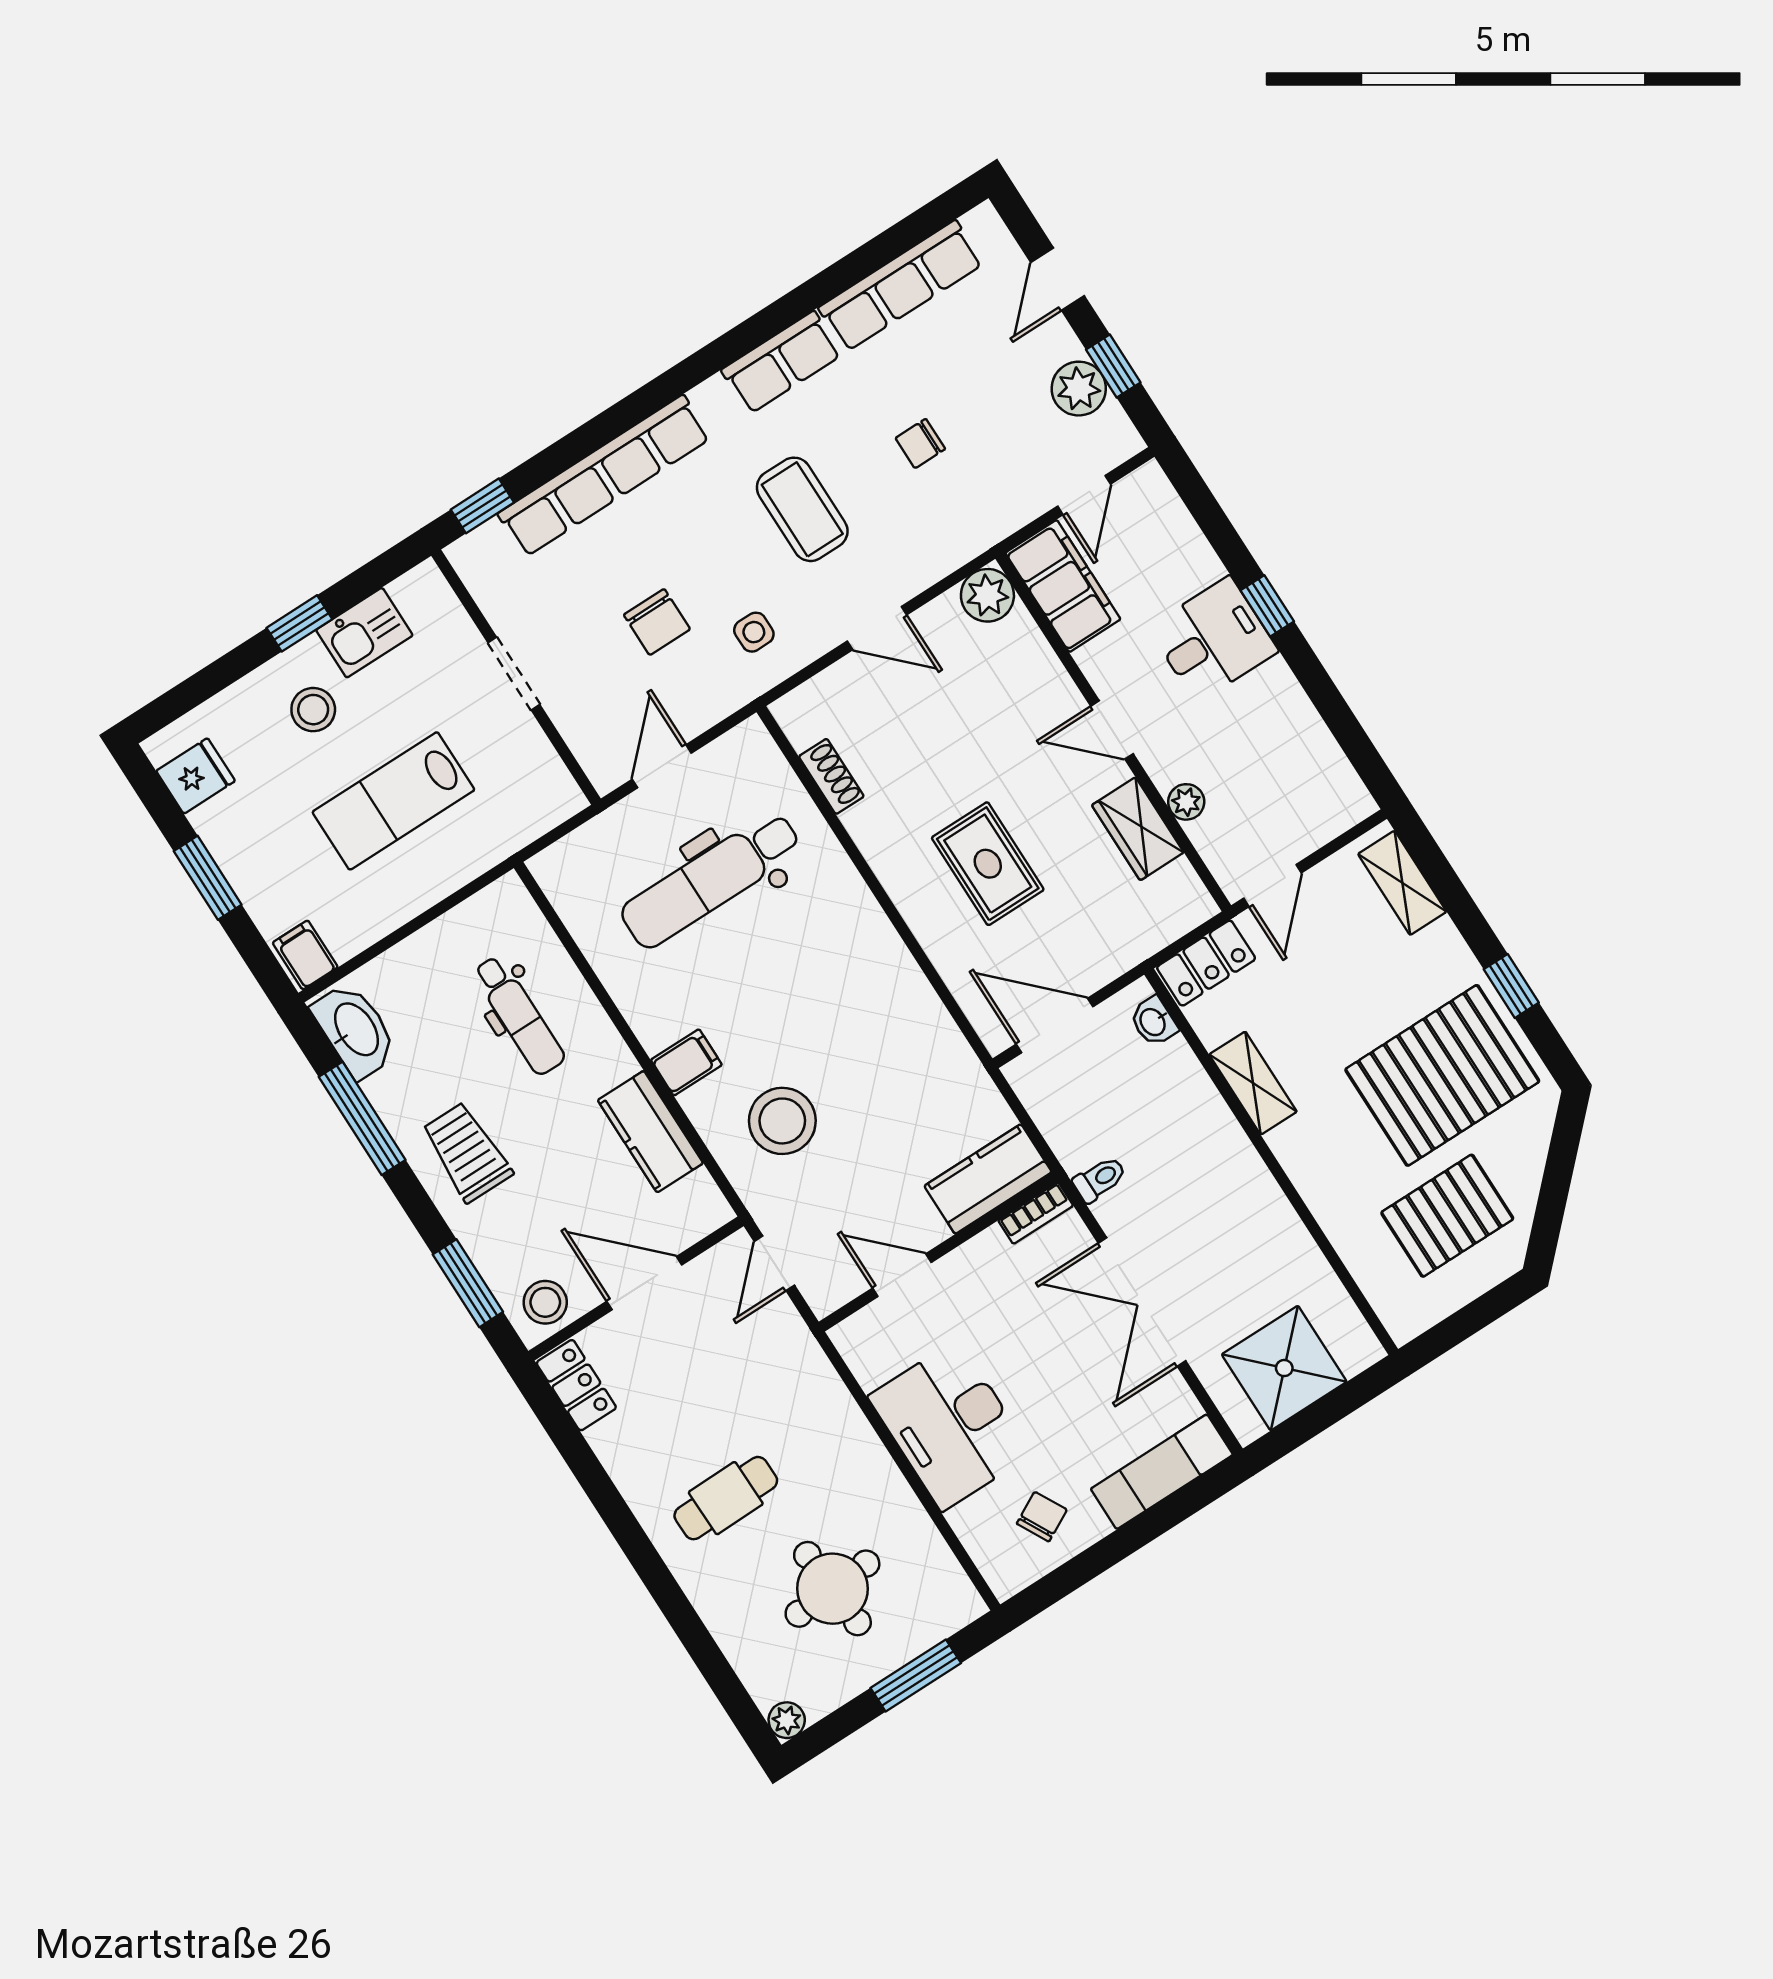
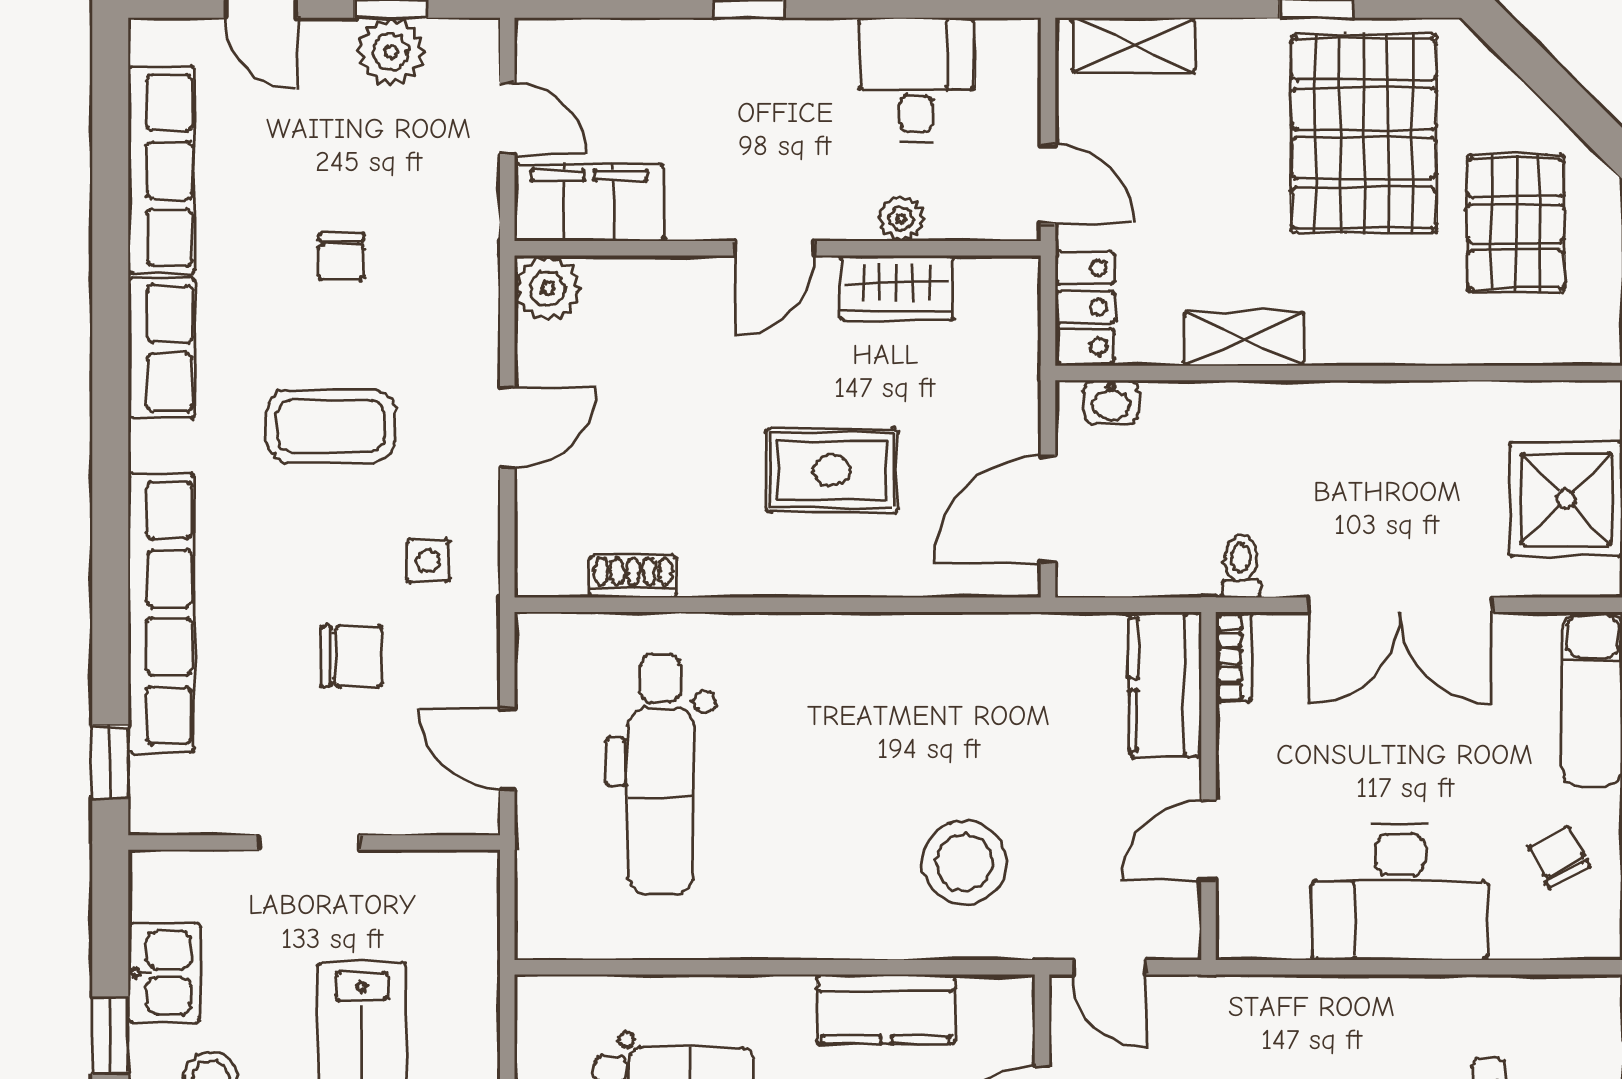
desk: (1213, 639) -> (917, 80), moved
filing cabinet: (686, 1062) -> (837, 924), removed

